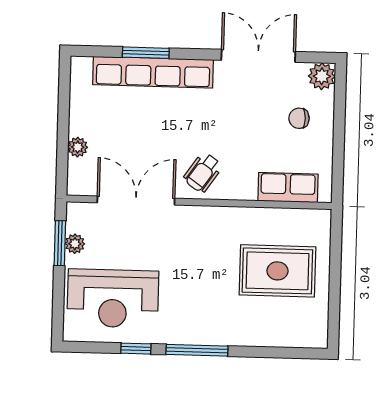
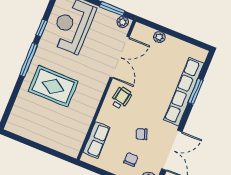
chair: (250, 116) -> (142, 134), added
wheelchair: (203, 172) -> (121, 98), turned 66
plant: (75, 244) -> (123, 22), moved
rug: (277, 271) -> (53, 86), moved, turned 90

